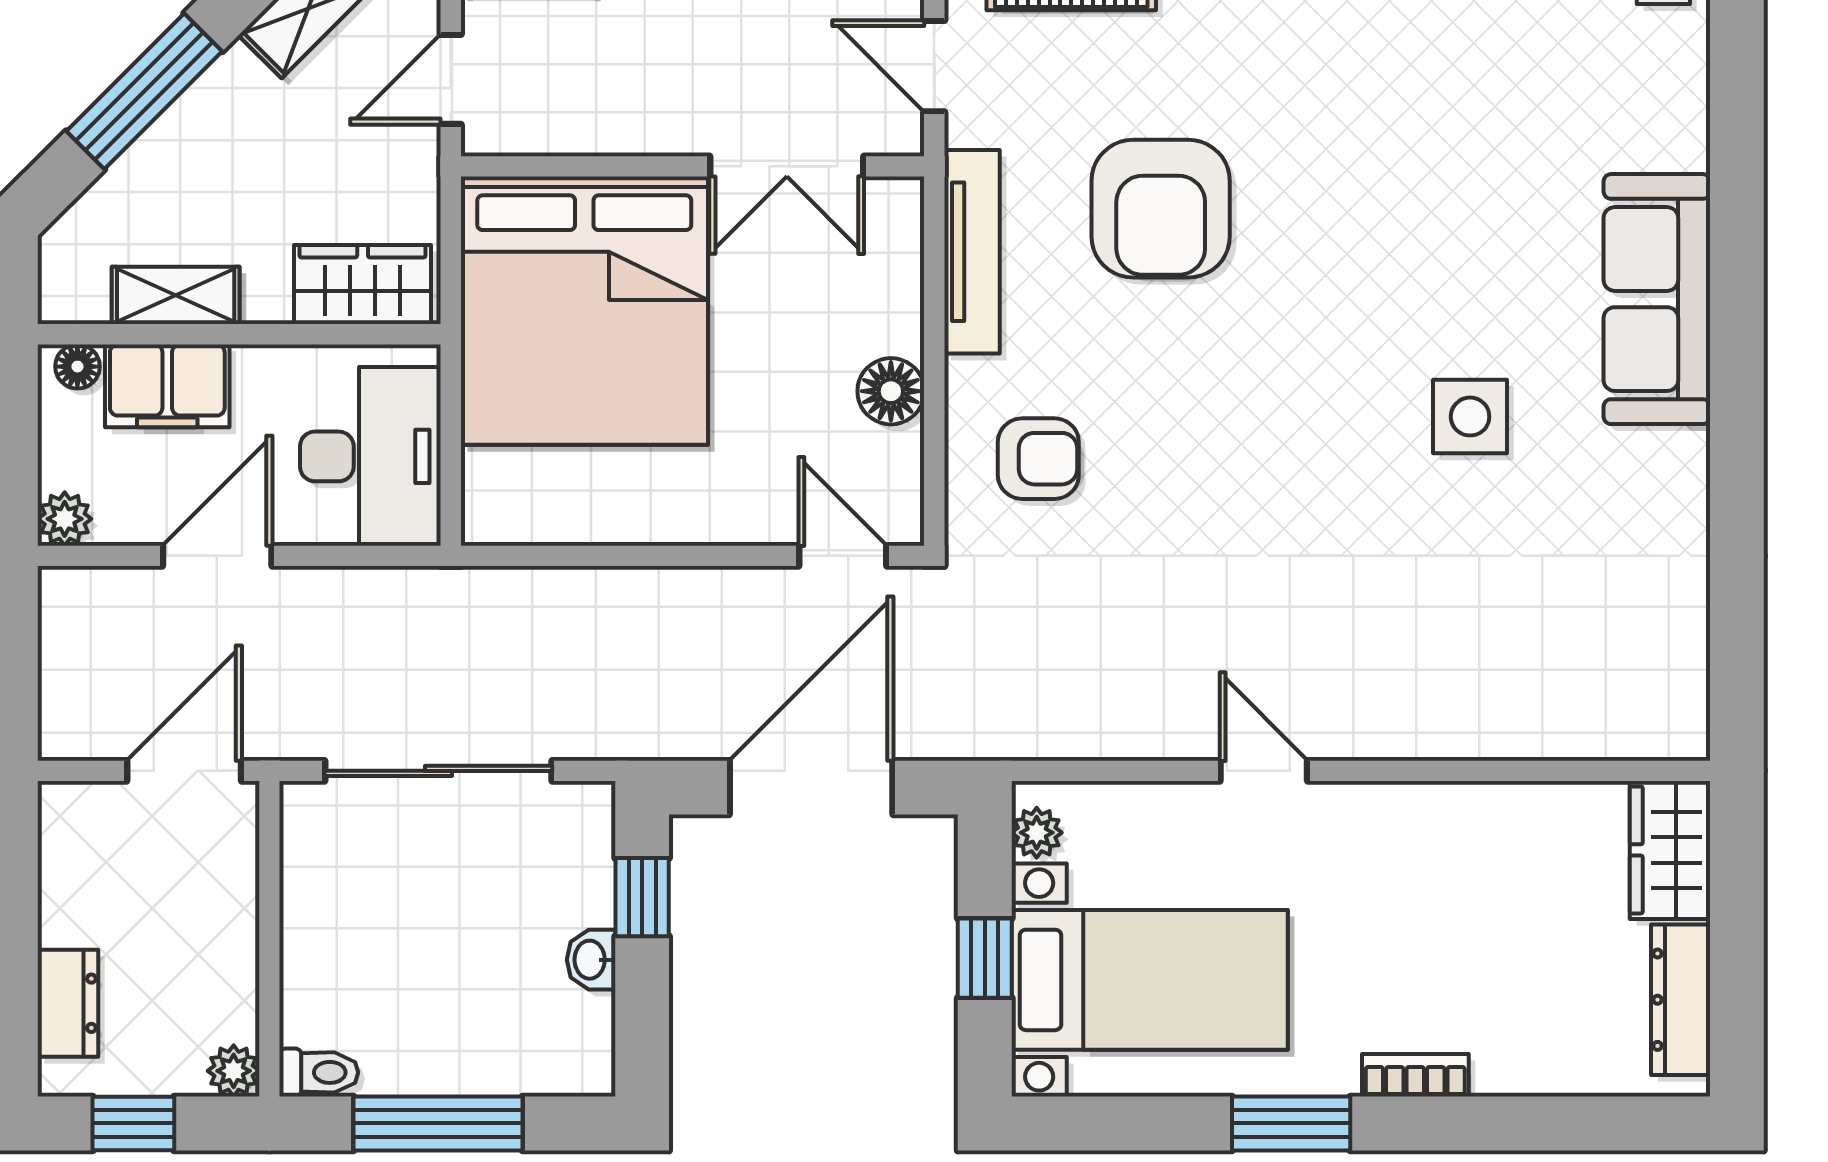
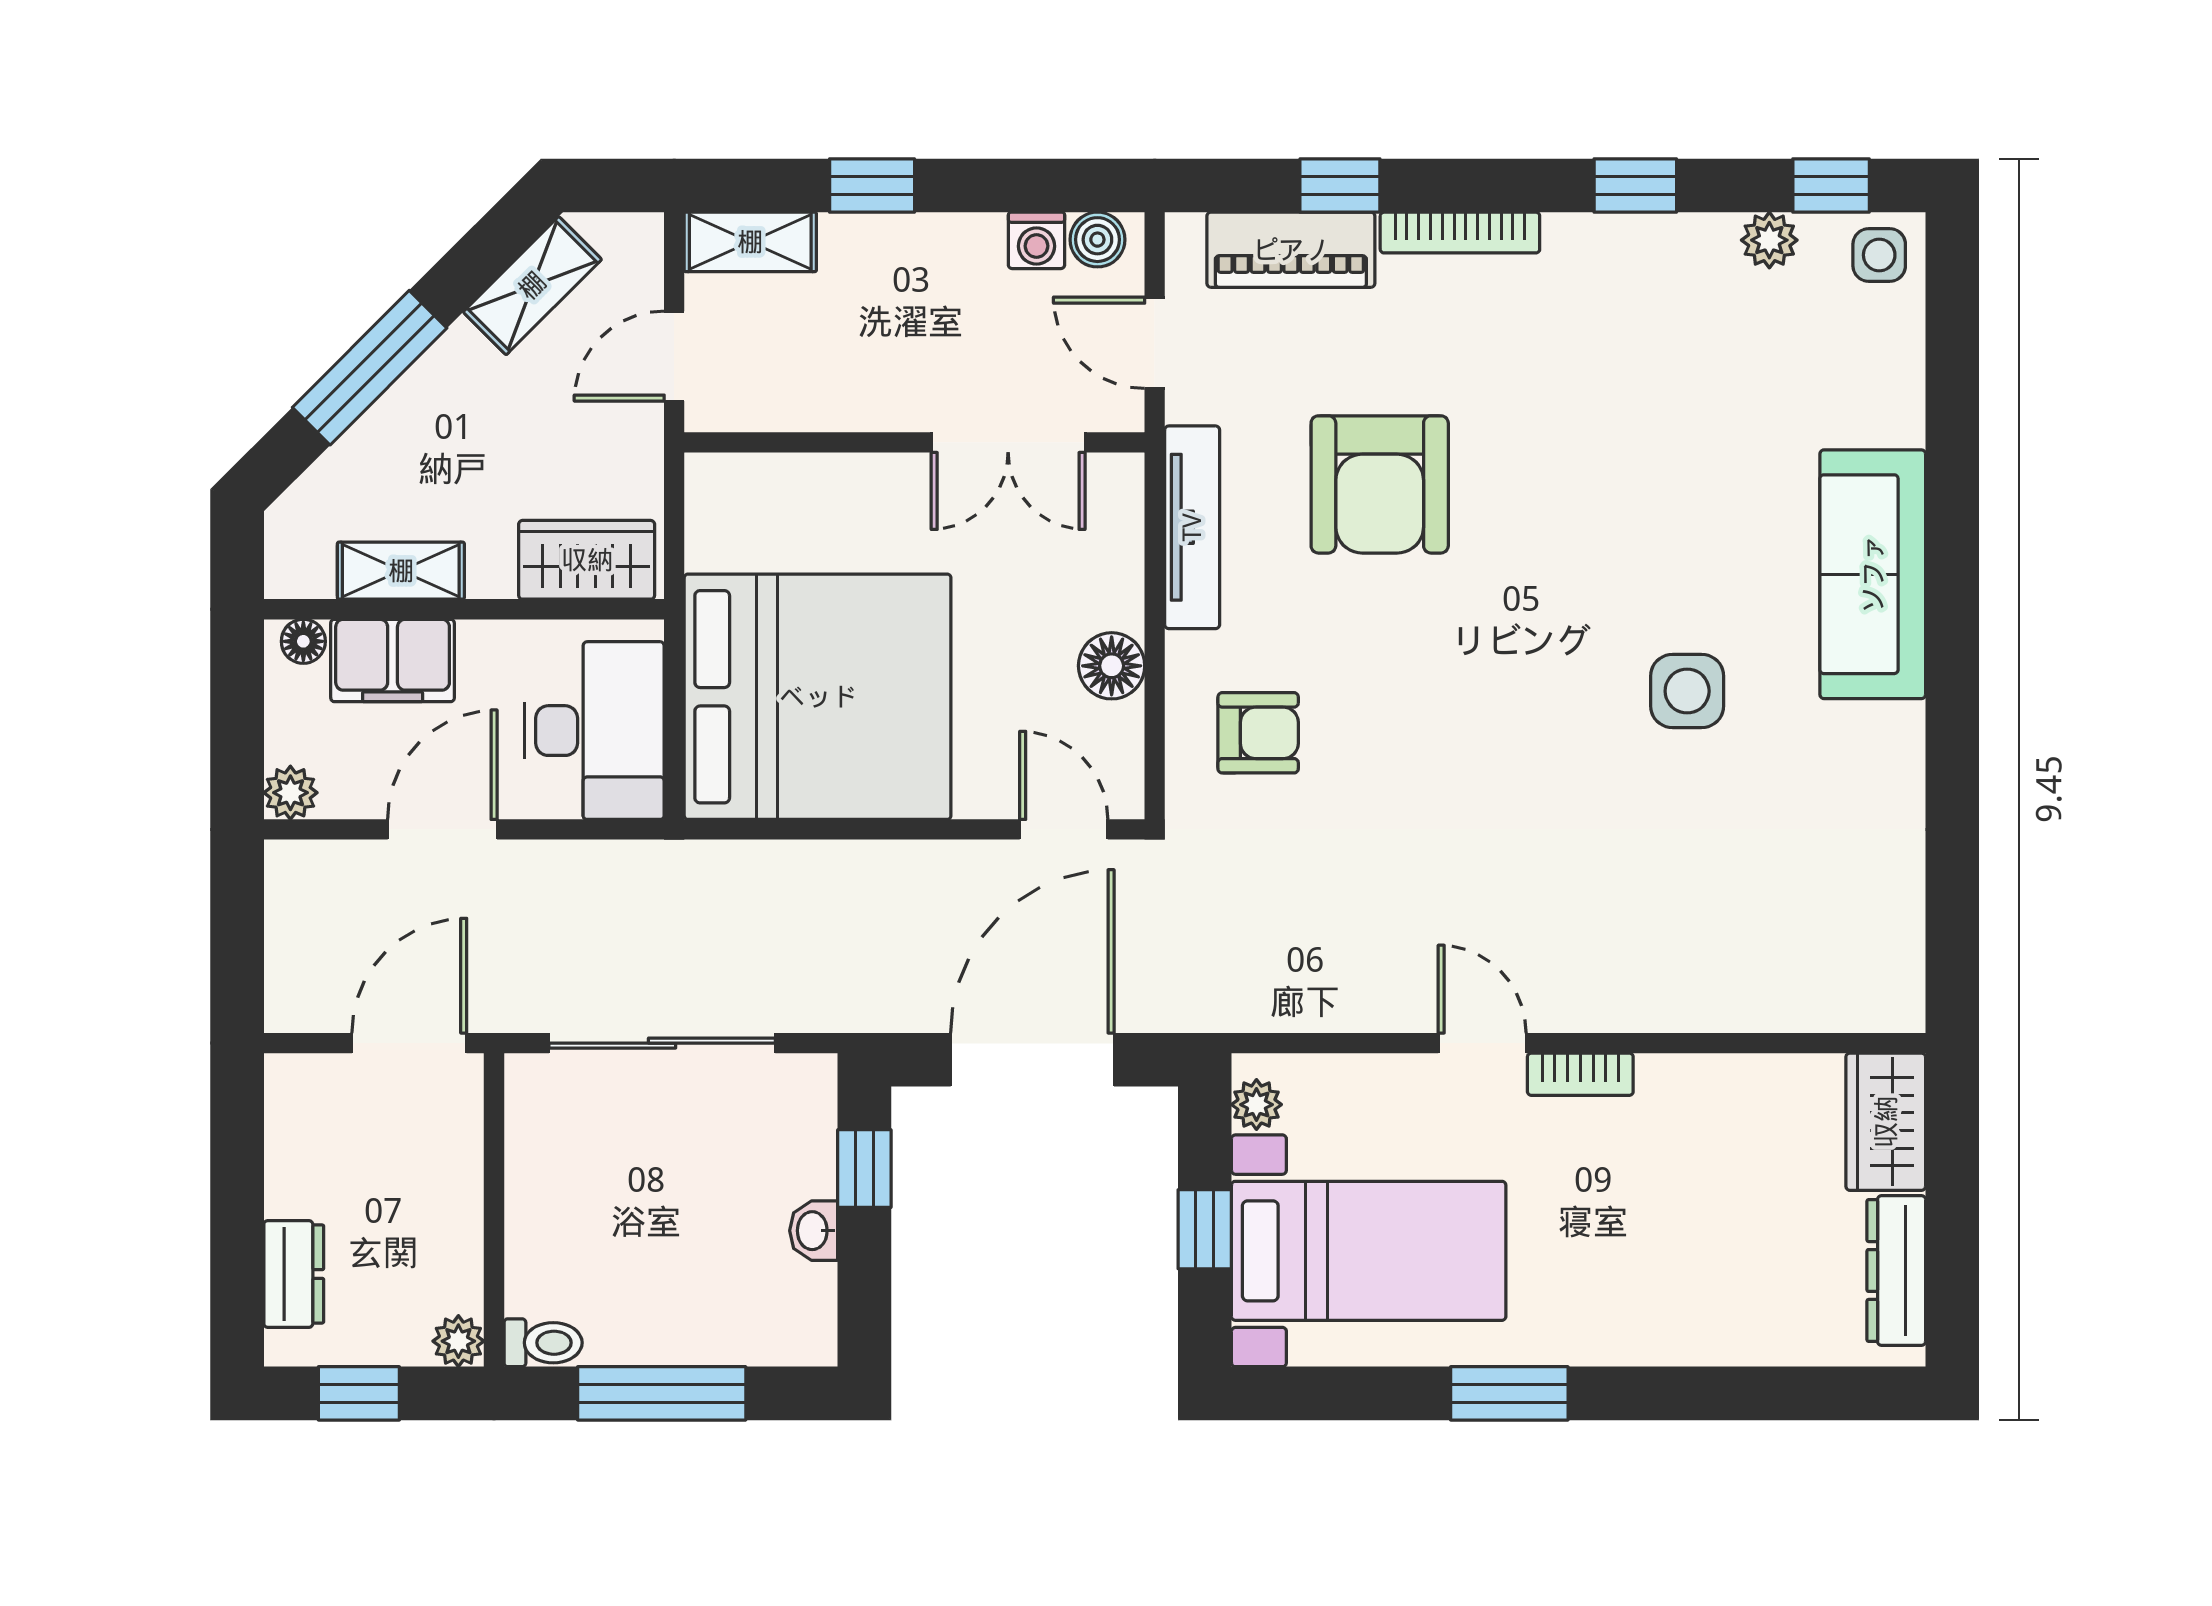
bed: (584, 311) -> (818, 697), moved, turned -90
bookcase: (1415, 1075) -> (1580, 1074), moved, turned 180

